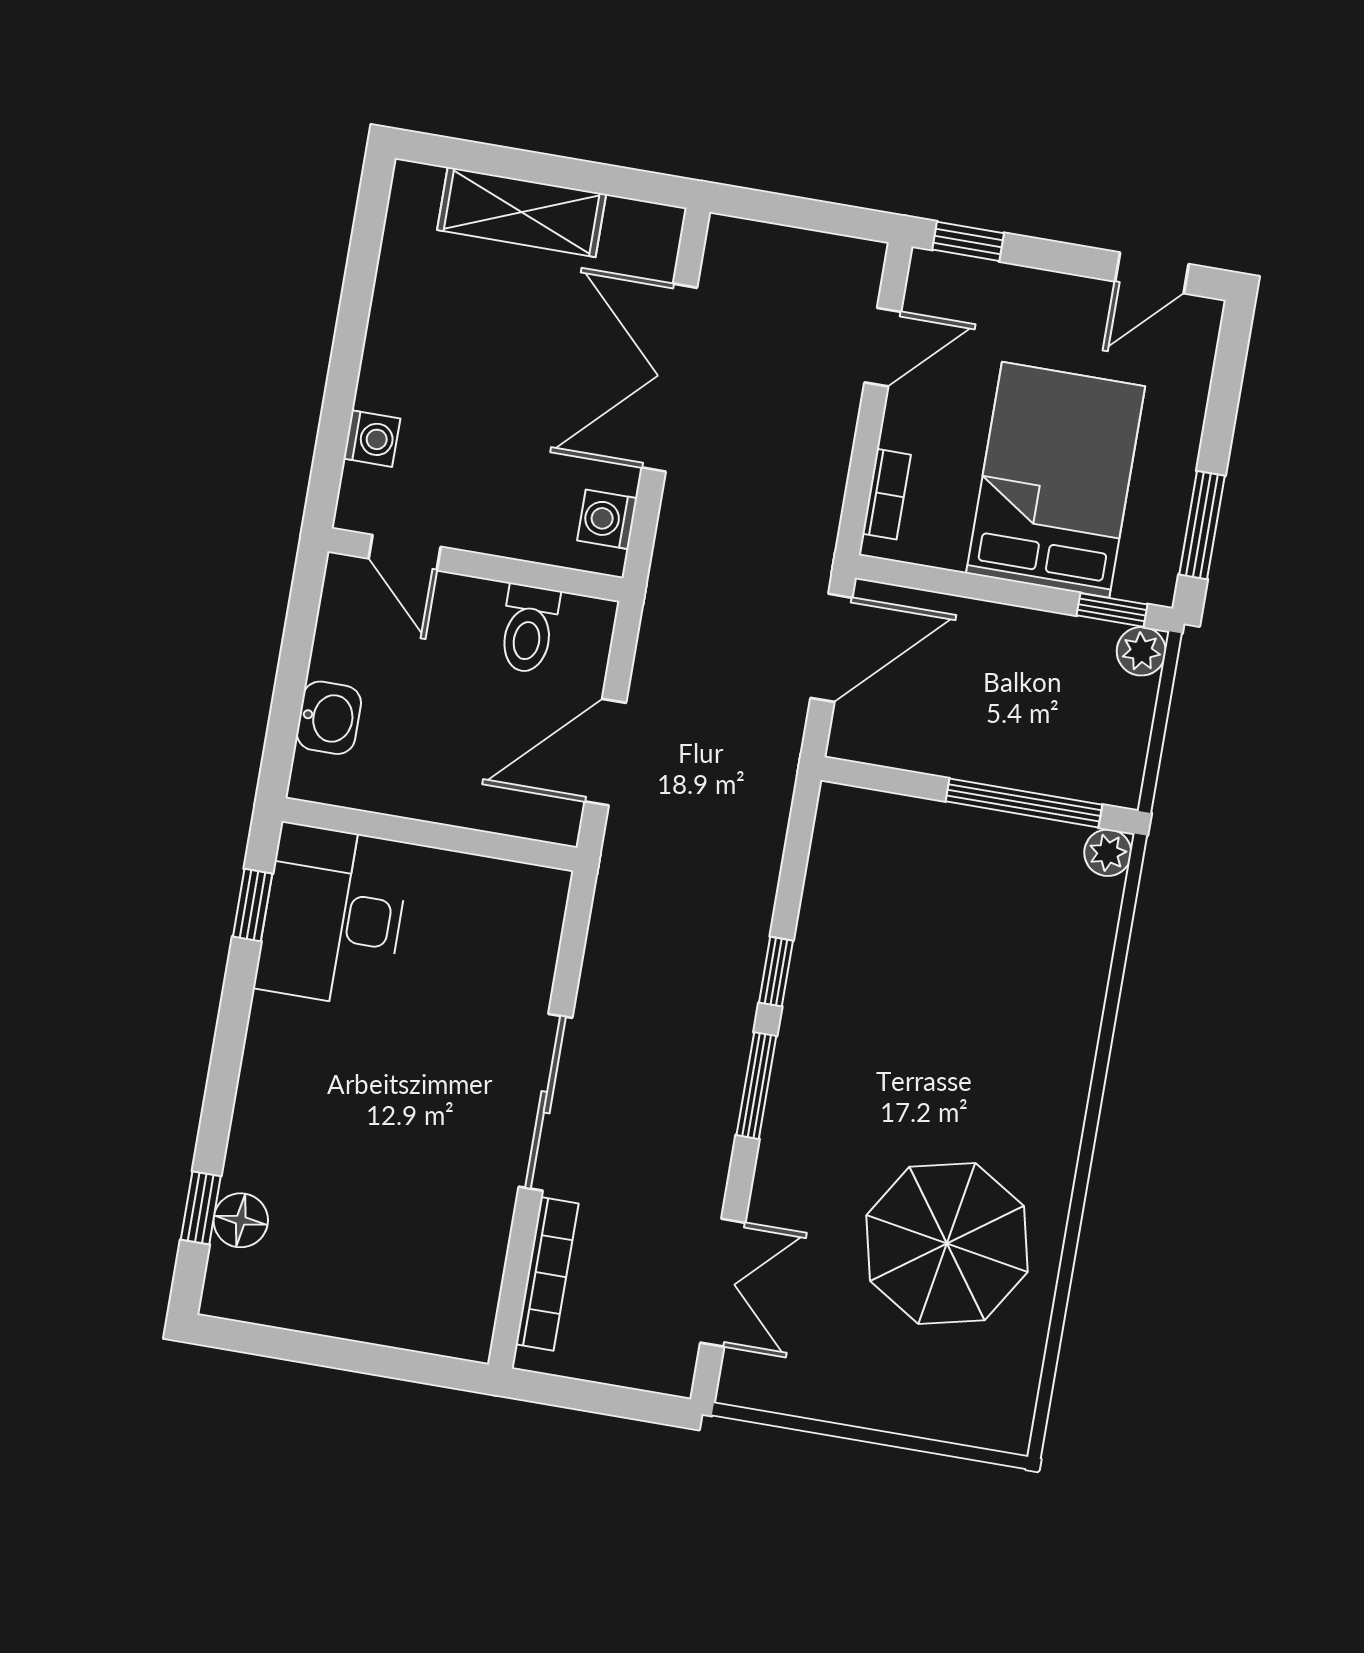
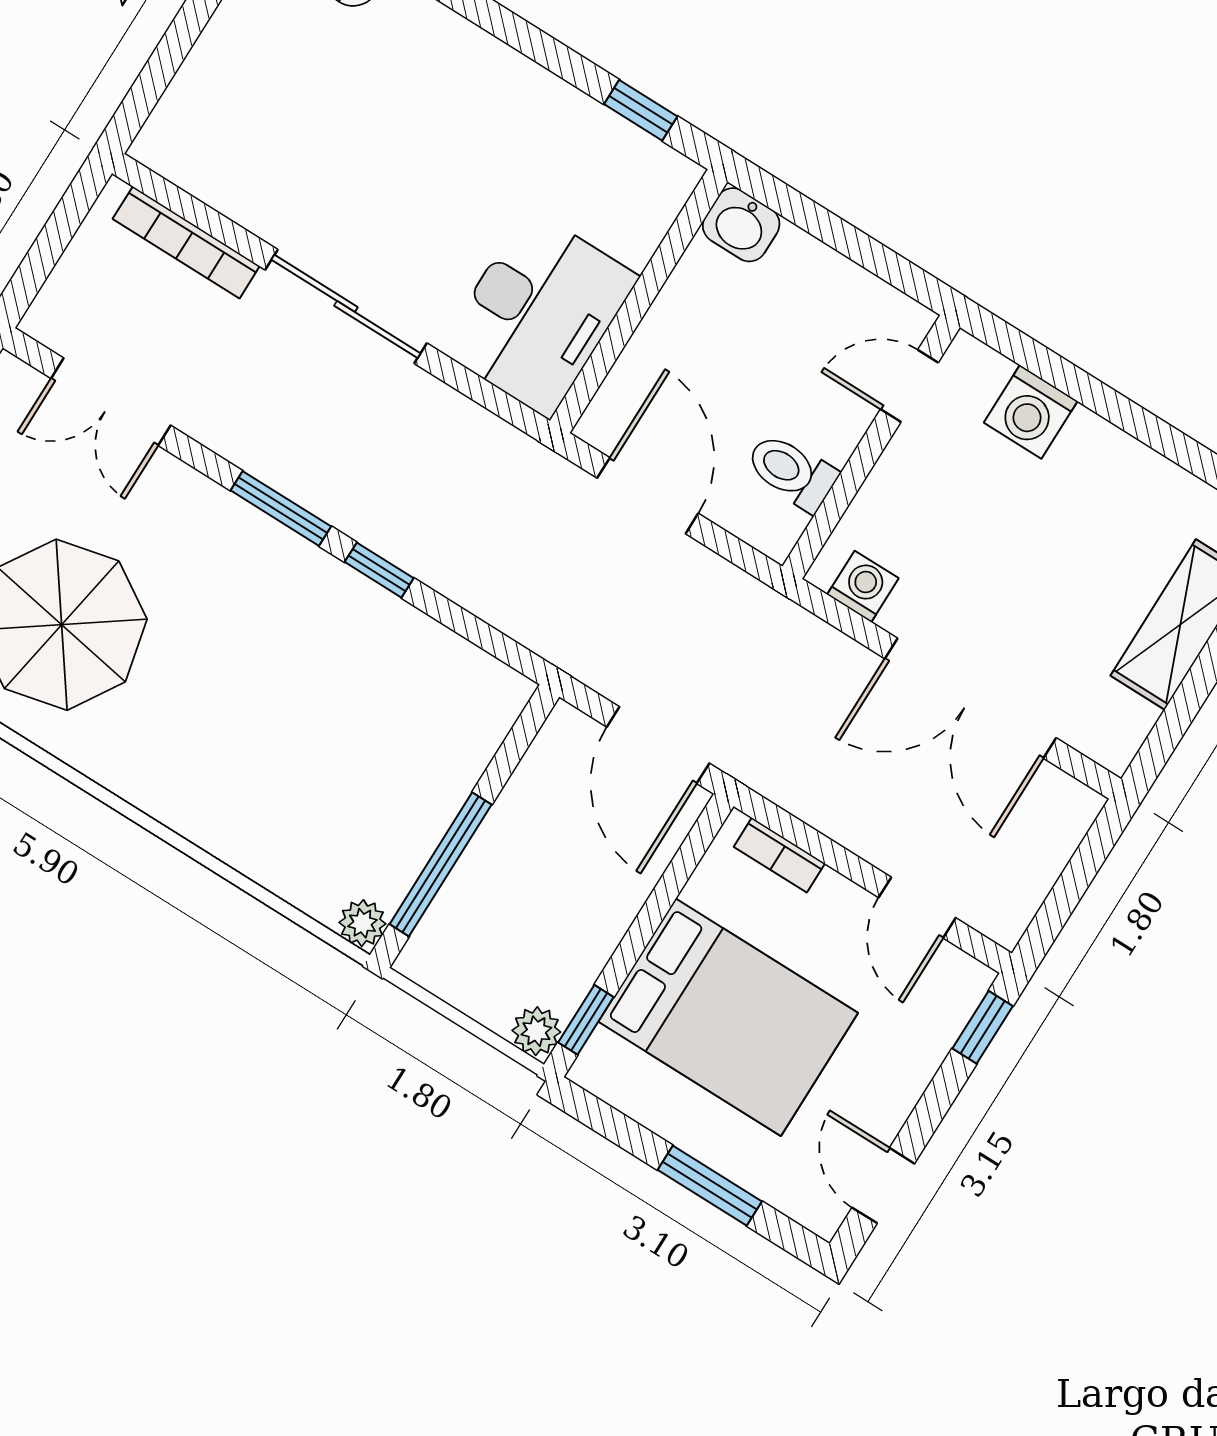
double door: (669, 378) -> (970, 698), swing flipped
washing machine: (372, 439) -> (1031, 412), width x1.38, depth x1.38
window: (1202, 525) -> (710, 1186), moved
washbasin: (329, 718) -> (741, 225), moved
desk: (333, 916) -> (539, 313), moved, turned 90

